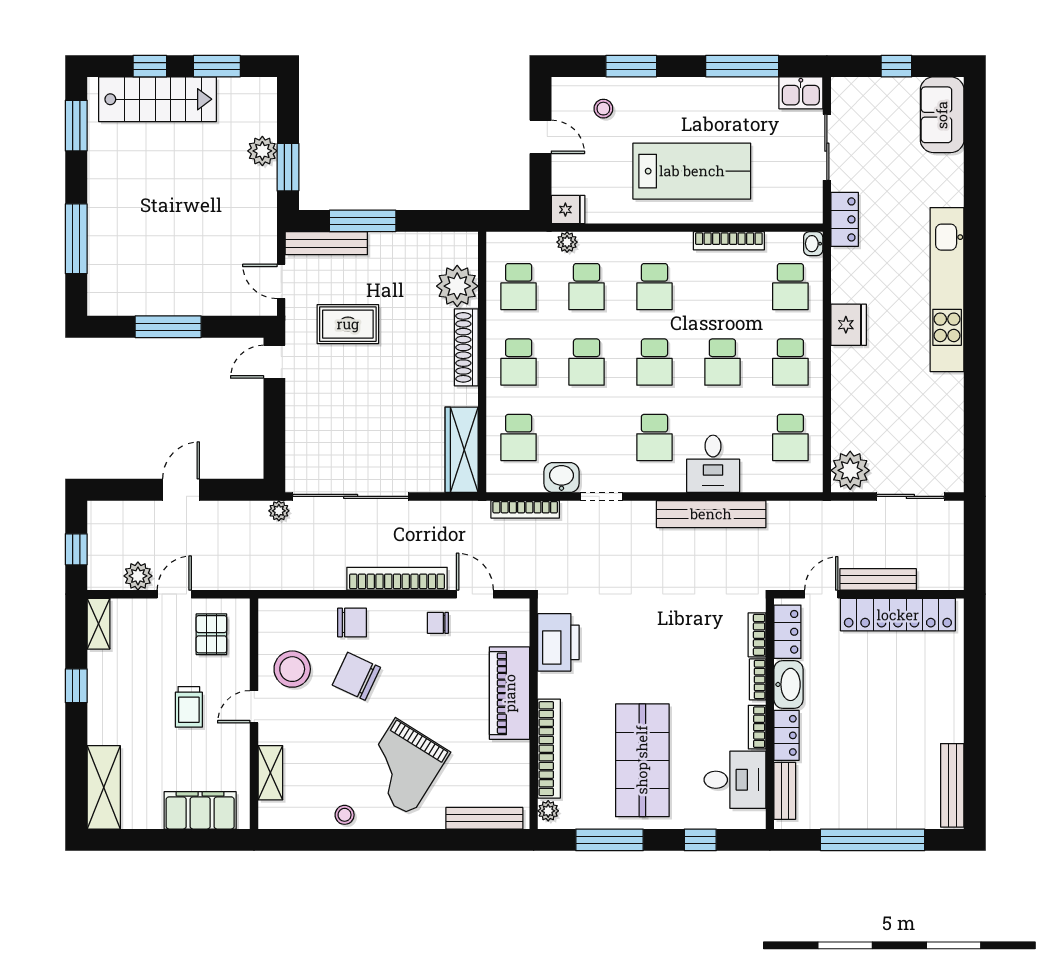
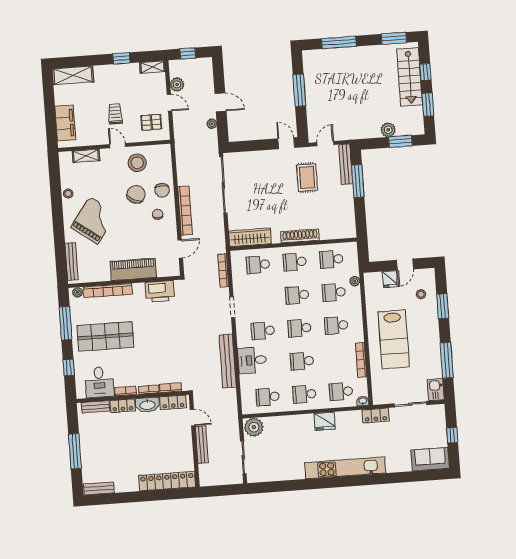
window: (288, 167) -> (401, 141), moved
fridge: (568, 210) -> (390, 279), moved
plant: (457, 286) -> (329, 229), removed
washbasin: (561, 477) -> (240, 287), removed
plant: (279, 511) -> (212, 124), moved
locker: (898, 615) -> (167, 481), moved, turned 90
chair: (438, 623) -> (158, 214), moved
trolley: (189, 707) -> (115, 114), turned 90
grand piano: (403, 767) -> (94, 220), turned 94
bench: (952, 785) -> (99, 488), width x0.73
window: (873, 840) -> (75, 451), width x0.68

